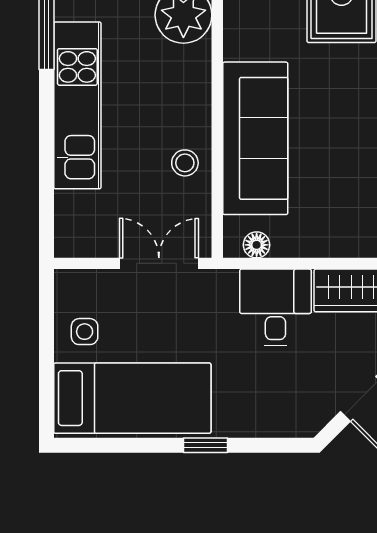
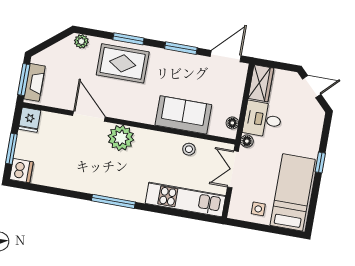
kitchen unit: (77, 105) -> (185, 199), moved
sofa: (255, 138) -> (183, 115), width x0.73
floor lamp: (223, 282) -> (247, 141), added

